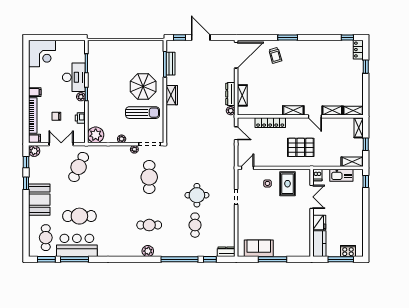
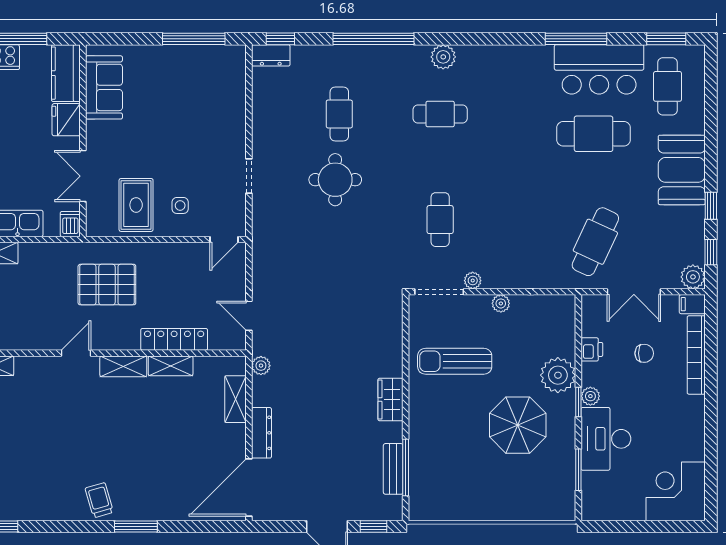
trolley: (275, 55) -> (99, 500), moved
parasol: (143, 86) -> (518, 425), moved
filing cabinet: (35, 92) -> (692, 406), removed
dresser: (230, 94) -> (261, 433), moved
shelving: (332, 111) -> (171, 366), moved
door: (315, 116) -> (76, 353), hinge flipped
plant: (96, 135) -> (558, 375), moved
cafe table: (149, 177) -> (440, 220), width x0.73, depth x0.74
sofa: (259, 248) -> (104, 87), moved, turned -90
window: (74, 259) -> (576, 39), moved
window: (210, 259) -> (280, 39), moved
window: (272, 259) -> (194, 39), moved

